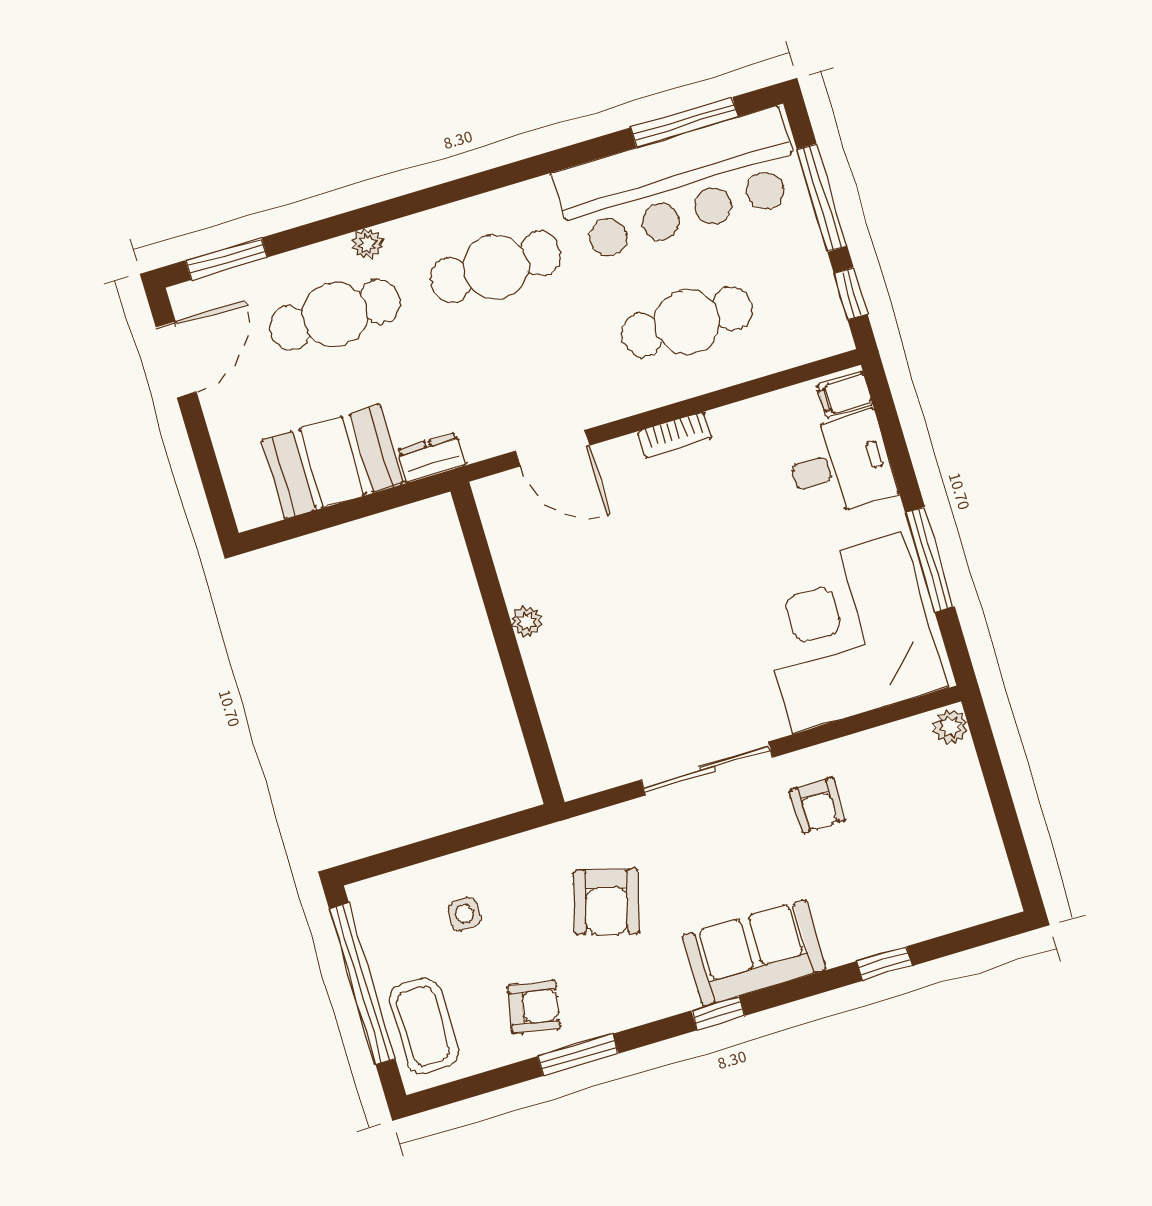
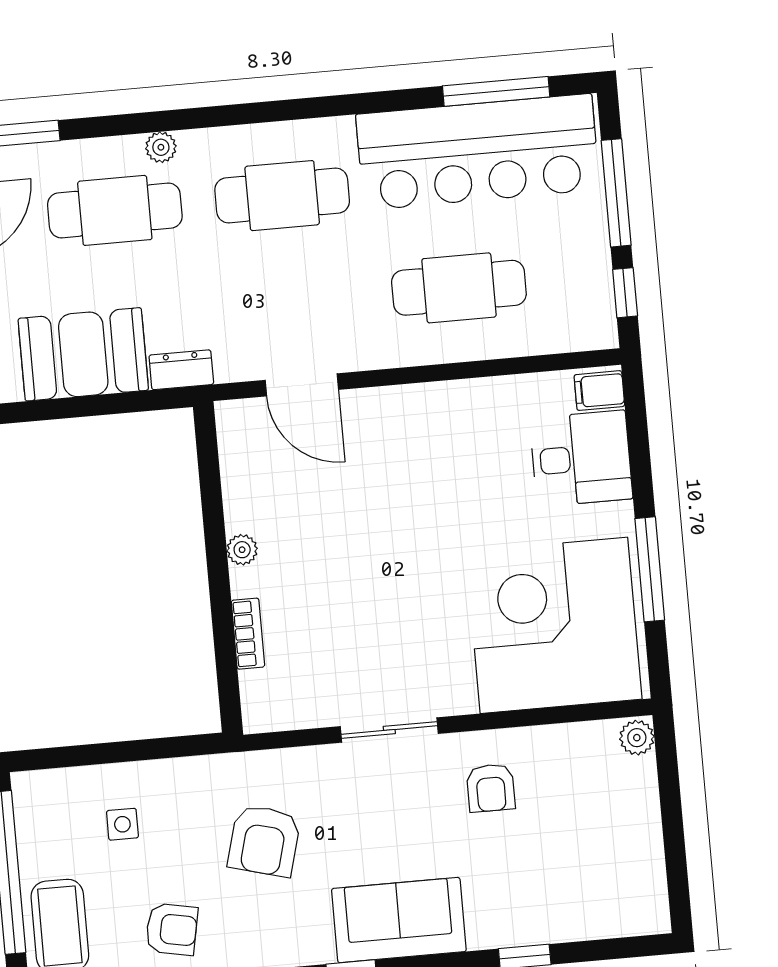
bookcase: (675, 435) -> (248, 634), moved, turned -90
sliding door: (707, 769) -> (389, 730), width x0.73

